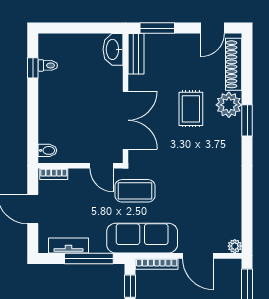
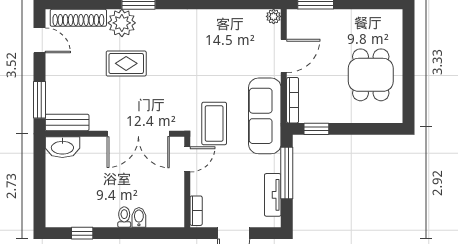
toilet: (48, 65) -> (124, 217), moved
double door: (126, 120) -> (138, 134), swing flipped
bidet: (47, 150) -> (139, 217), moved

